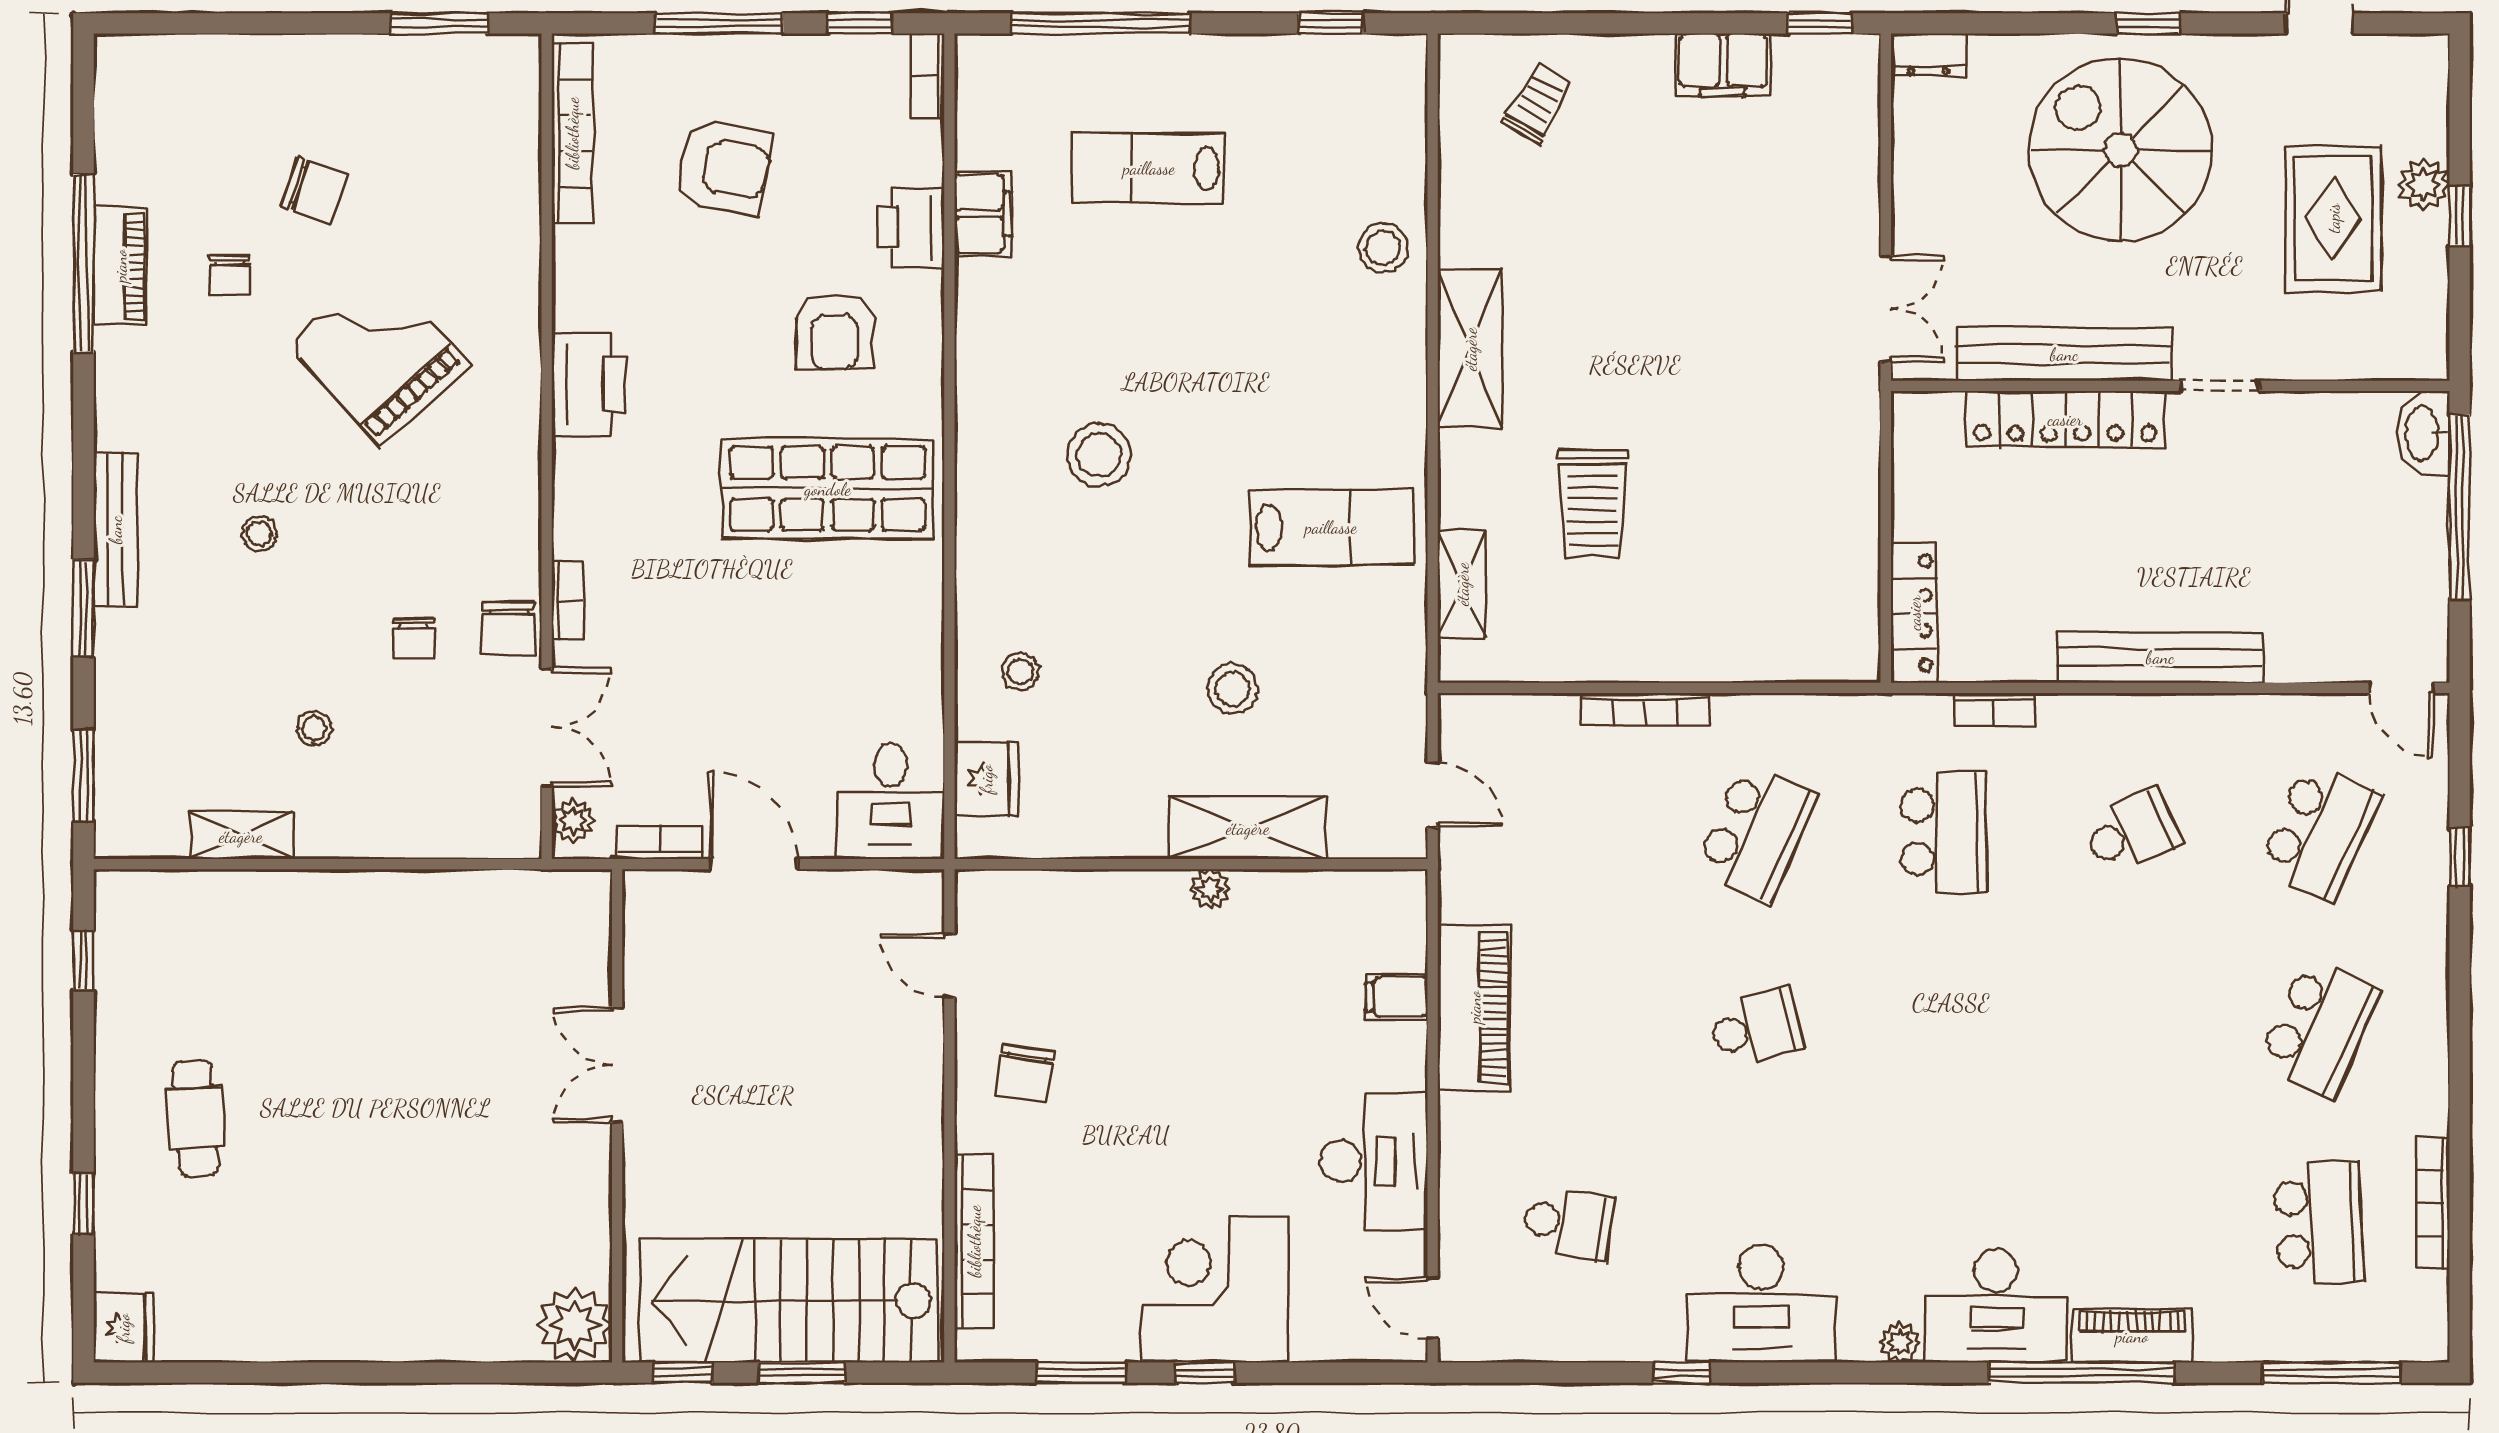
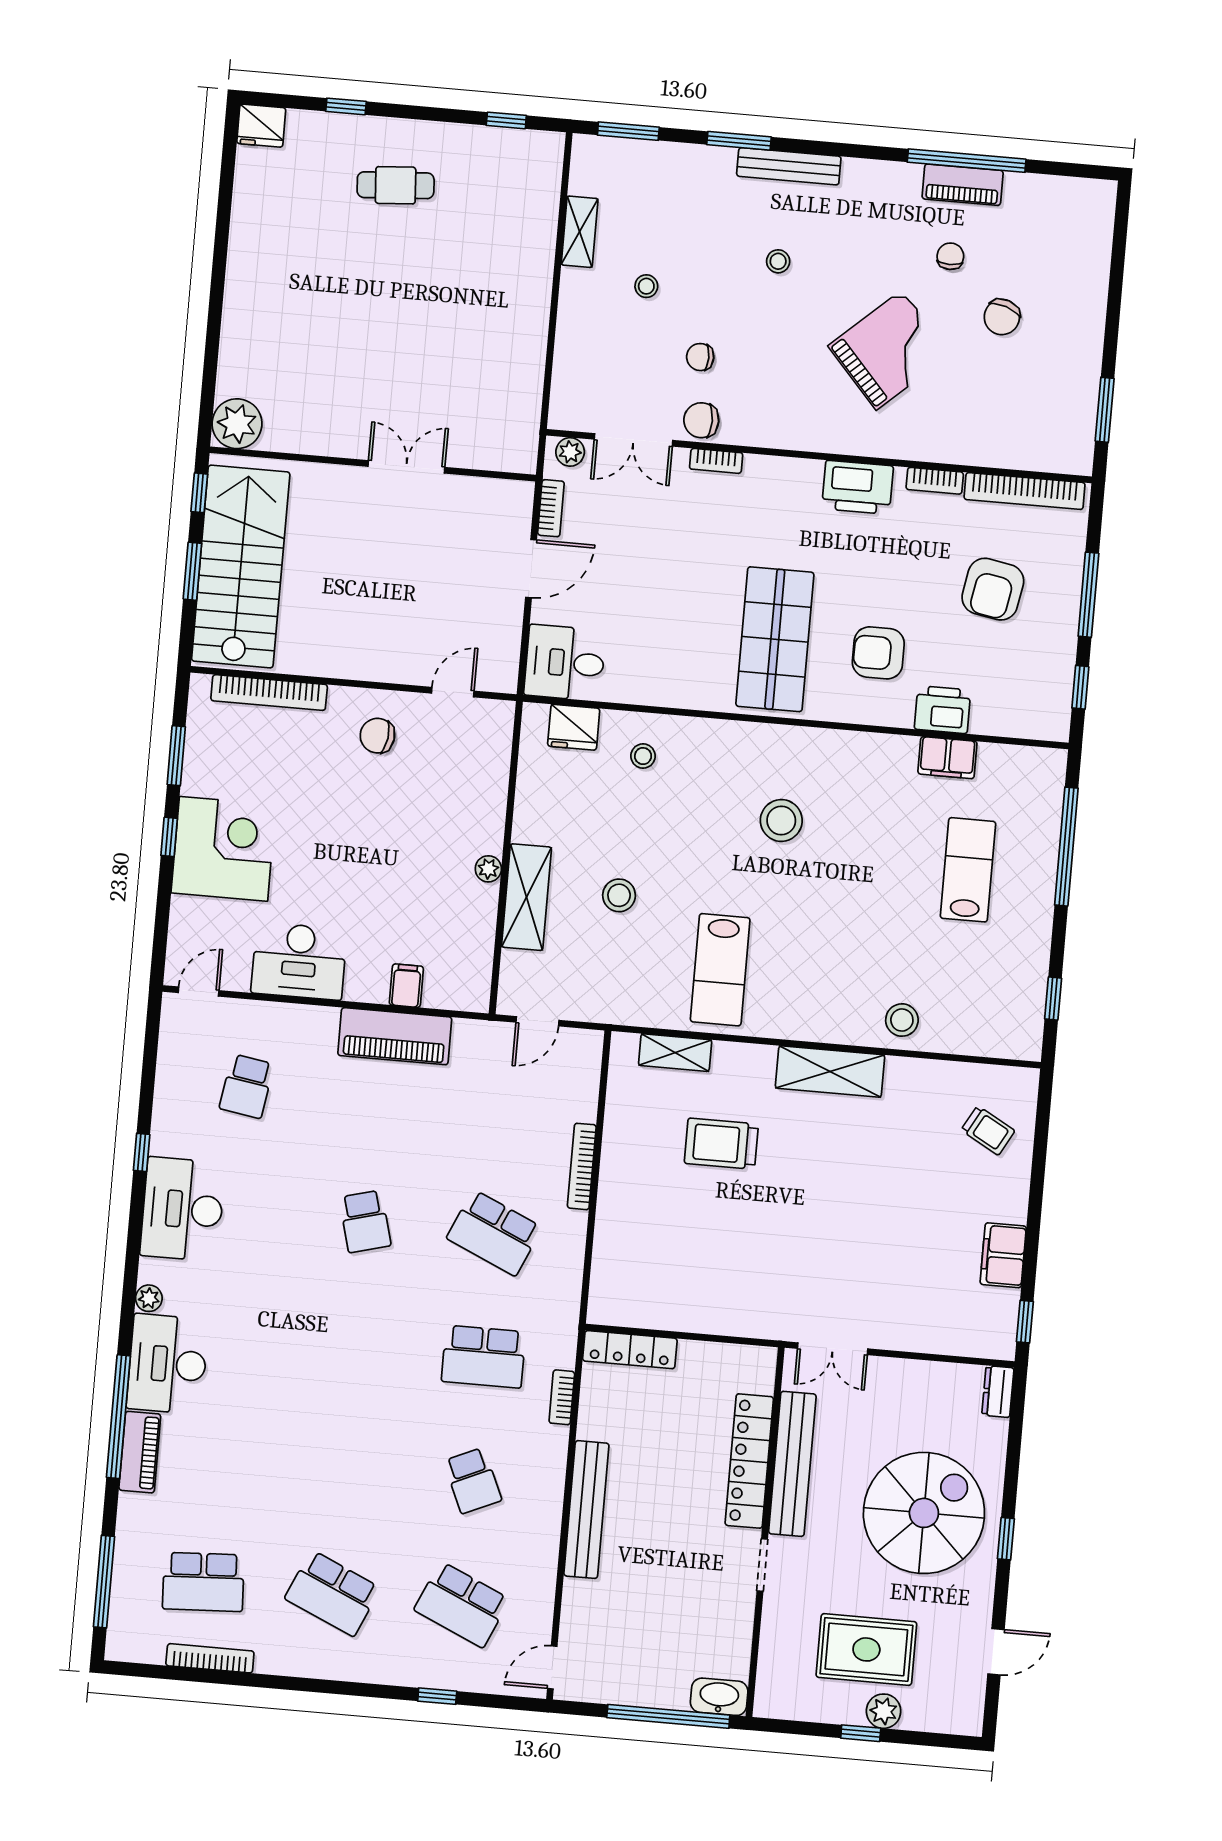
bookcase: (927, 76) -> (935, 481), moved, turned 180
chair: (229, 275) -> (950, 256), turned 90

